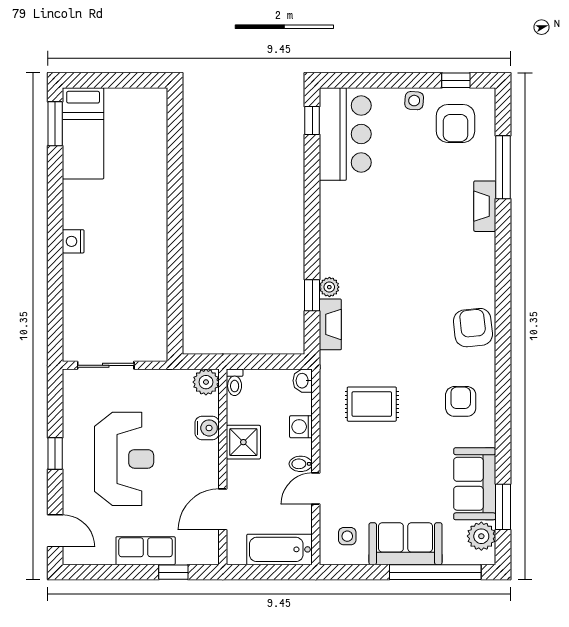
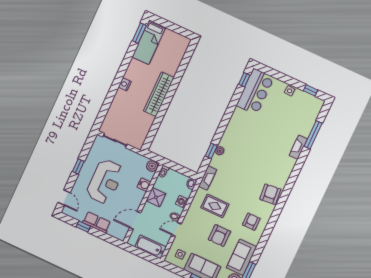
armchair: (455, 123) -> (219, 236), moved
wardrobe: (152, 230) -> (159, 94), added
fireplace: (330, 324) -> (207, 178), moved
window: (173, 572) -> (83, 227), moved

